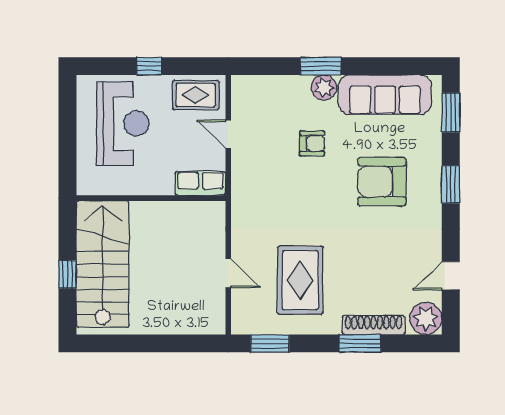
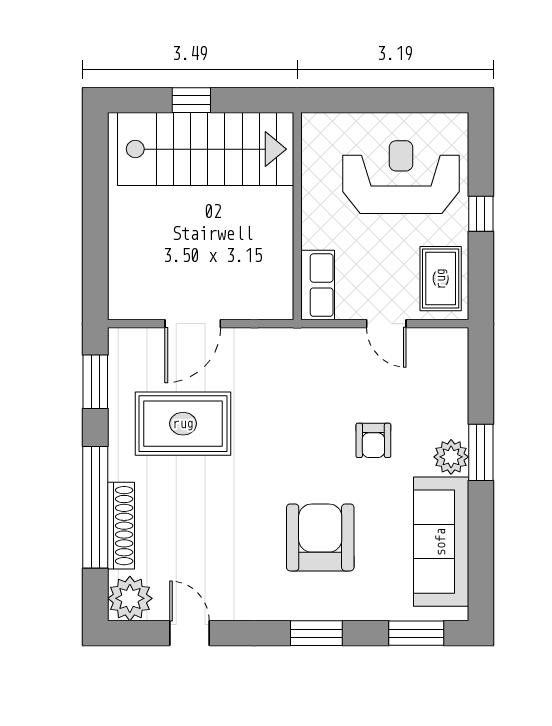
reception desk: (123, 124) -> (401, 177), turned 180
door: (228, 134) -> (386, 324), swing flipped
door: (228, 273) -> (193, 324), width x1.38
window: (360, 343) -> (95, 507), width x2.11

